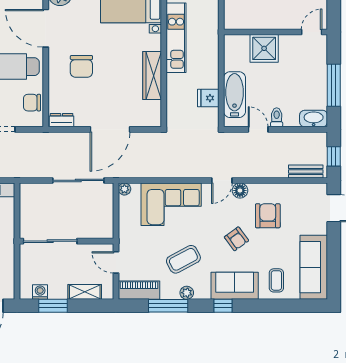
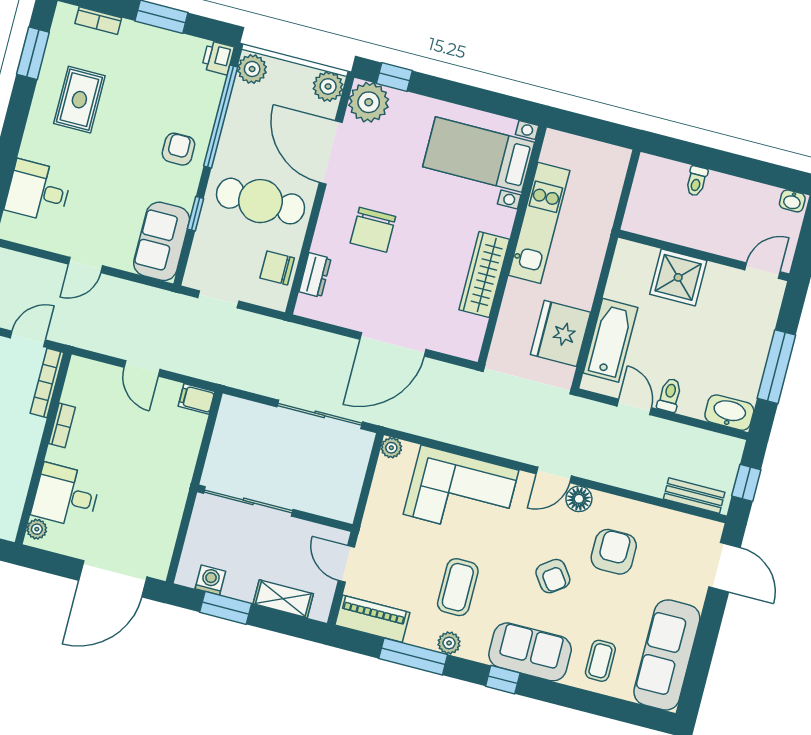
fridge: (208, 98) -> (560, 333), width x1.88, depth x1.34
dresser: (62, 120) -> (315, 275), moved, turned 90
coffee table: (183, 259) -> (458, 587), turned -62

